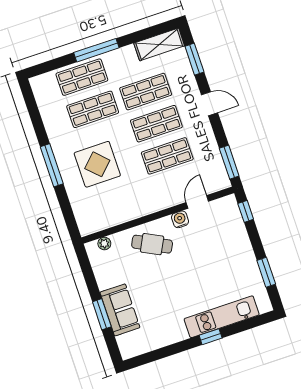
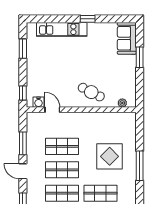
window: (229, 162) -> (23, 143), moved
door: (197, 202) -> (52, 110), swing flipped
water cooler: (180, 219) -> (38, 102), moved
sofa: (120, 310) -> (127, 38), moved
window: (211, 337) -> (88, 19), moved

